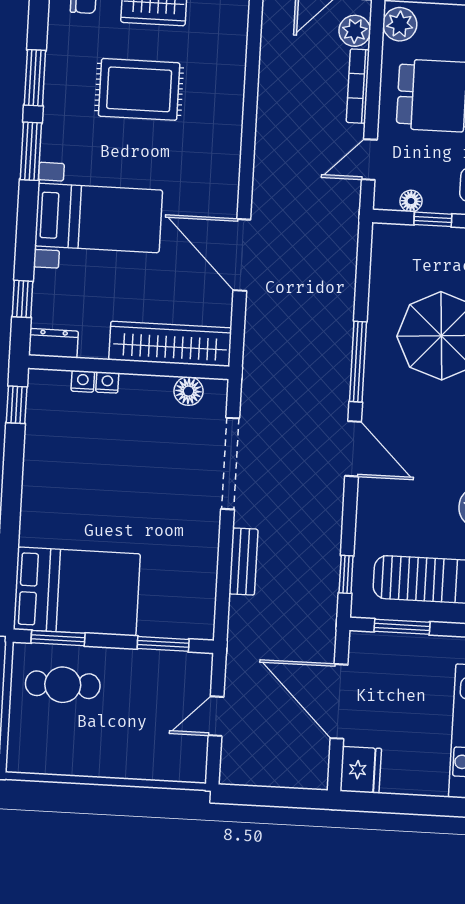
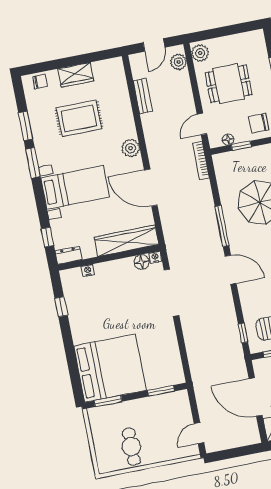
bookcase: (358, 86) -> (201, 160), moved
plant: (223, 171) -> (131, 148), added
nightstand: (107, 382) -> (155, 257), moved
window: (17, 405) -> (61, 307), moved
bench: (243, 561) -> (143, 96), moved
bed: (77, 592) -> (110, 368), width x1.36
cafe table: (63, 685) -> (131, 447), moved, turned 90
door: (216, 716) -> (199, 433), moved

